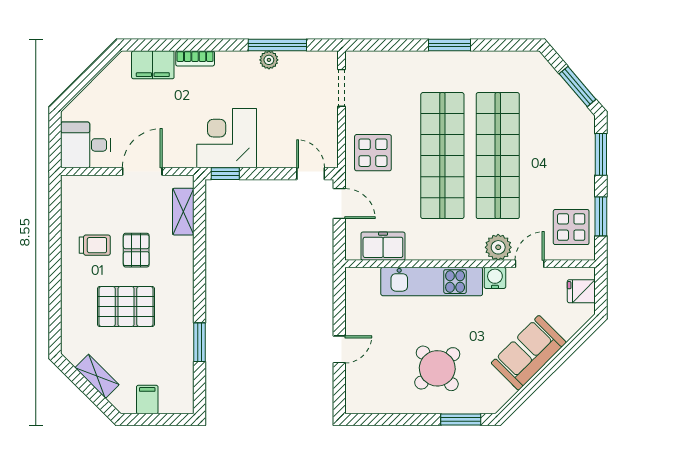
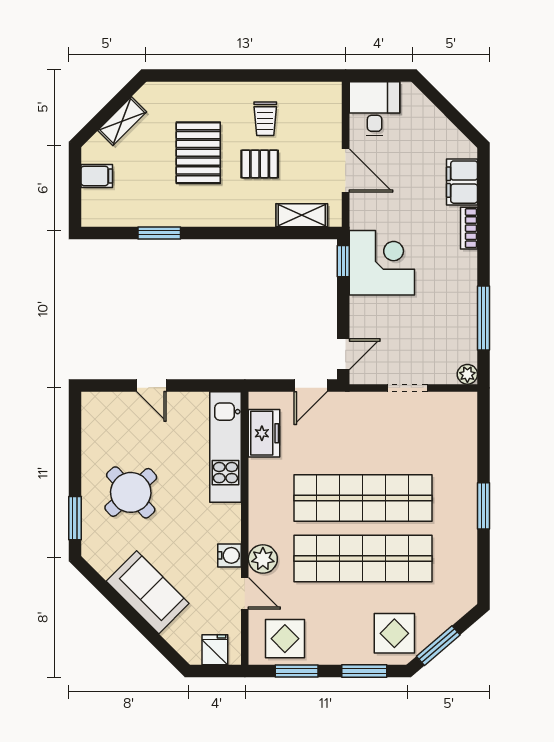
plant: (269, 60) -> (467, 374), moved
doorway: (342, 88) -> (407, 388), moved
display table: (373, 153) -> (394, 633), moved
kitchen unit: (432, 282) -> (225, 447), moved

